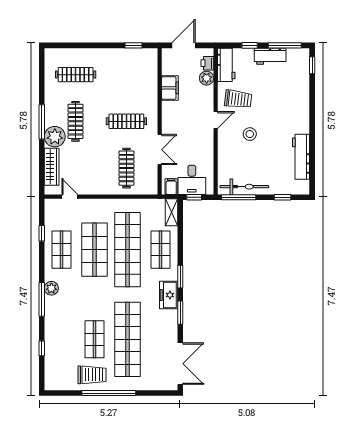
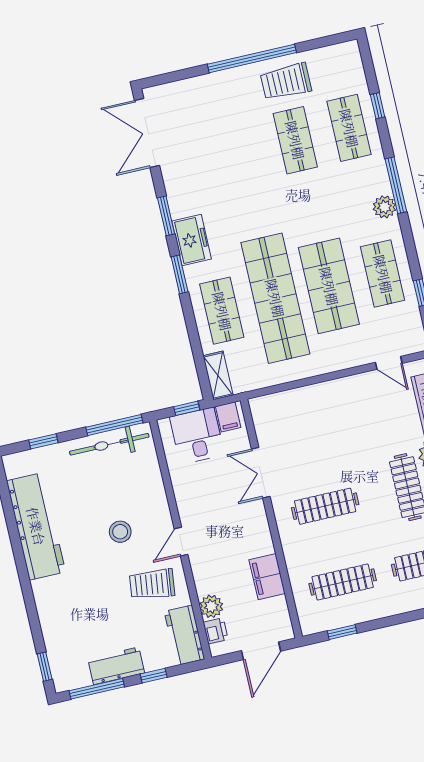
workbench: (301, 157) -> (36, 526), width x1.36, depth x1.32
clothes rail: (126, 168) -> (343, 582), moved, turned 90
shop shelf: (128, 339) -> (349, 128), moved, width x0.50, depth x0.74

